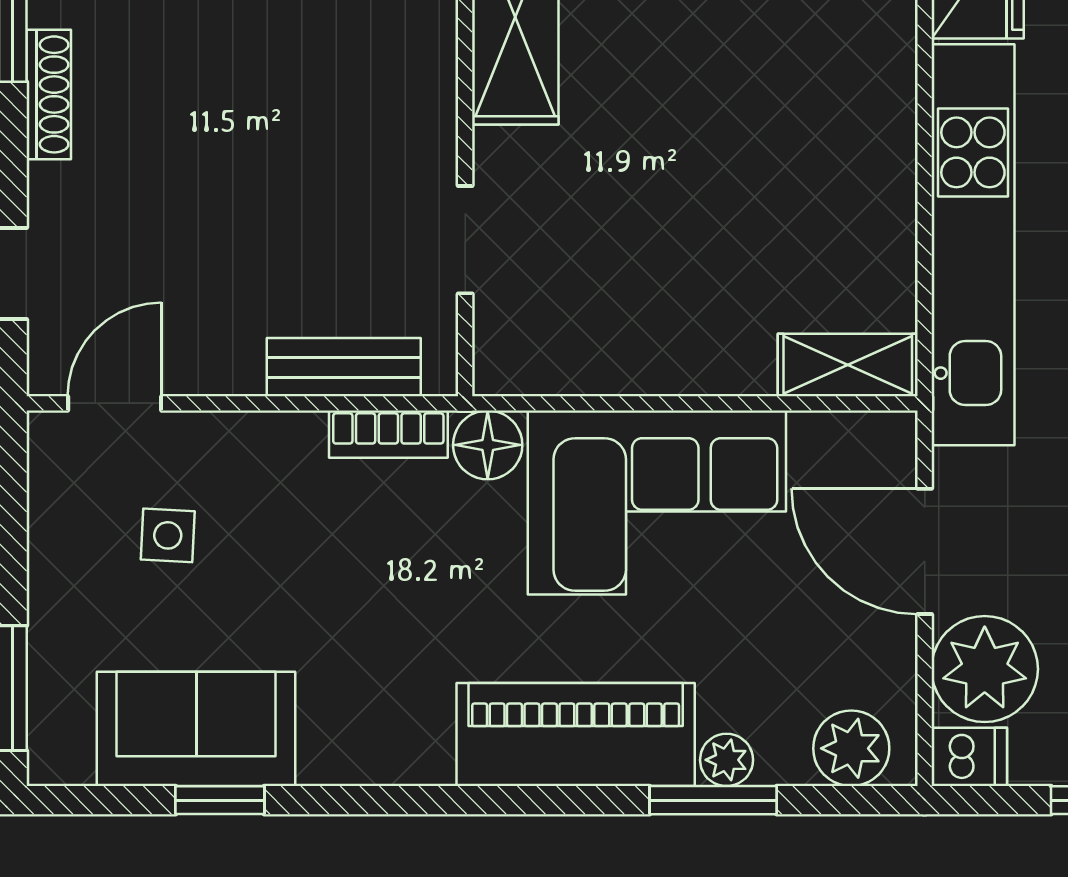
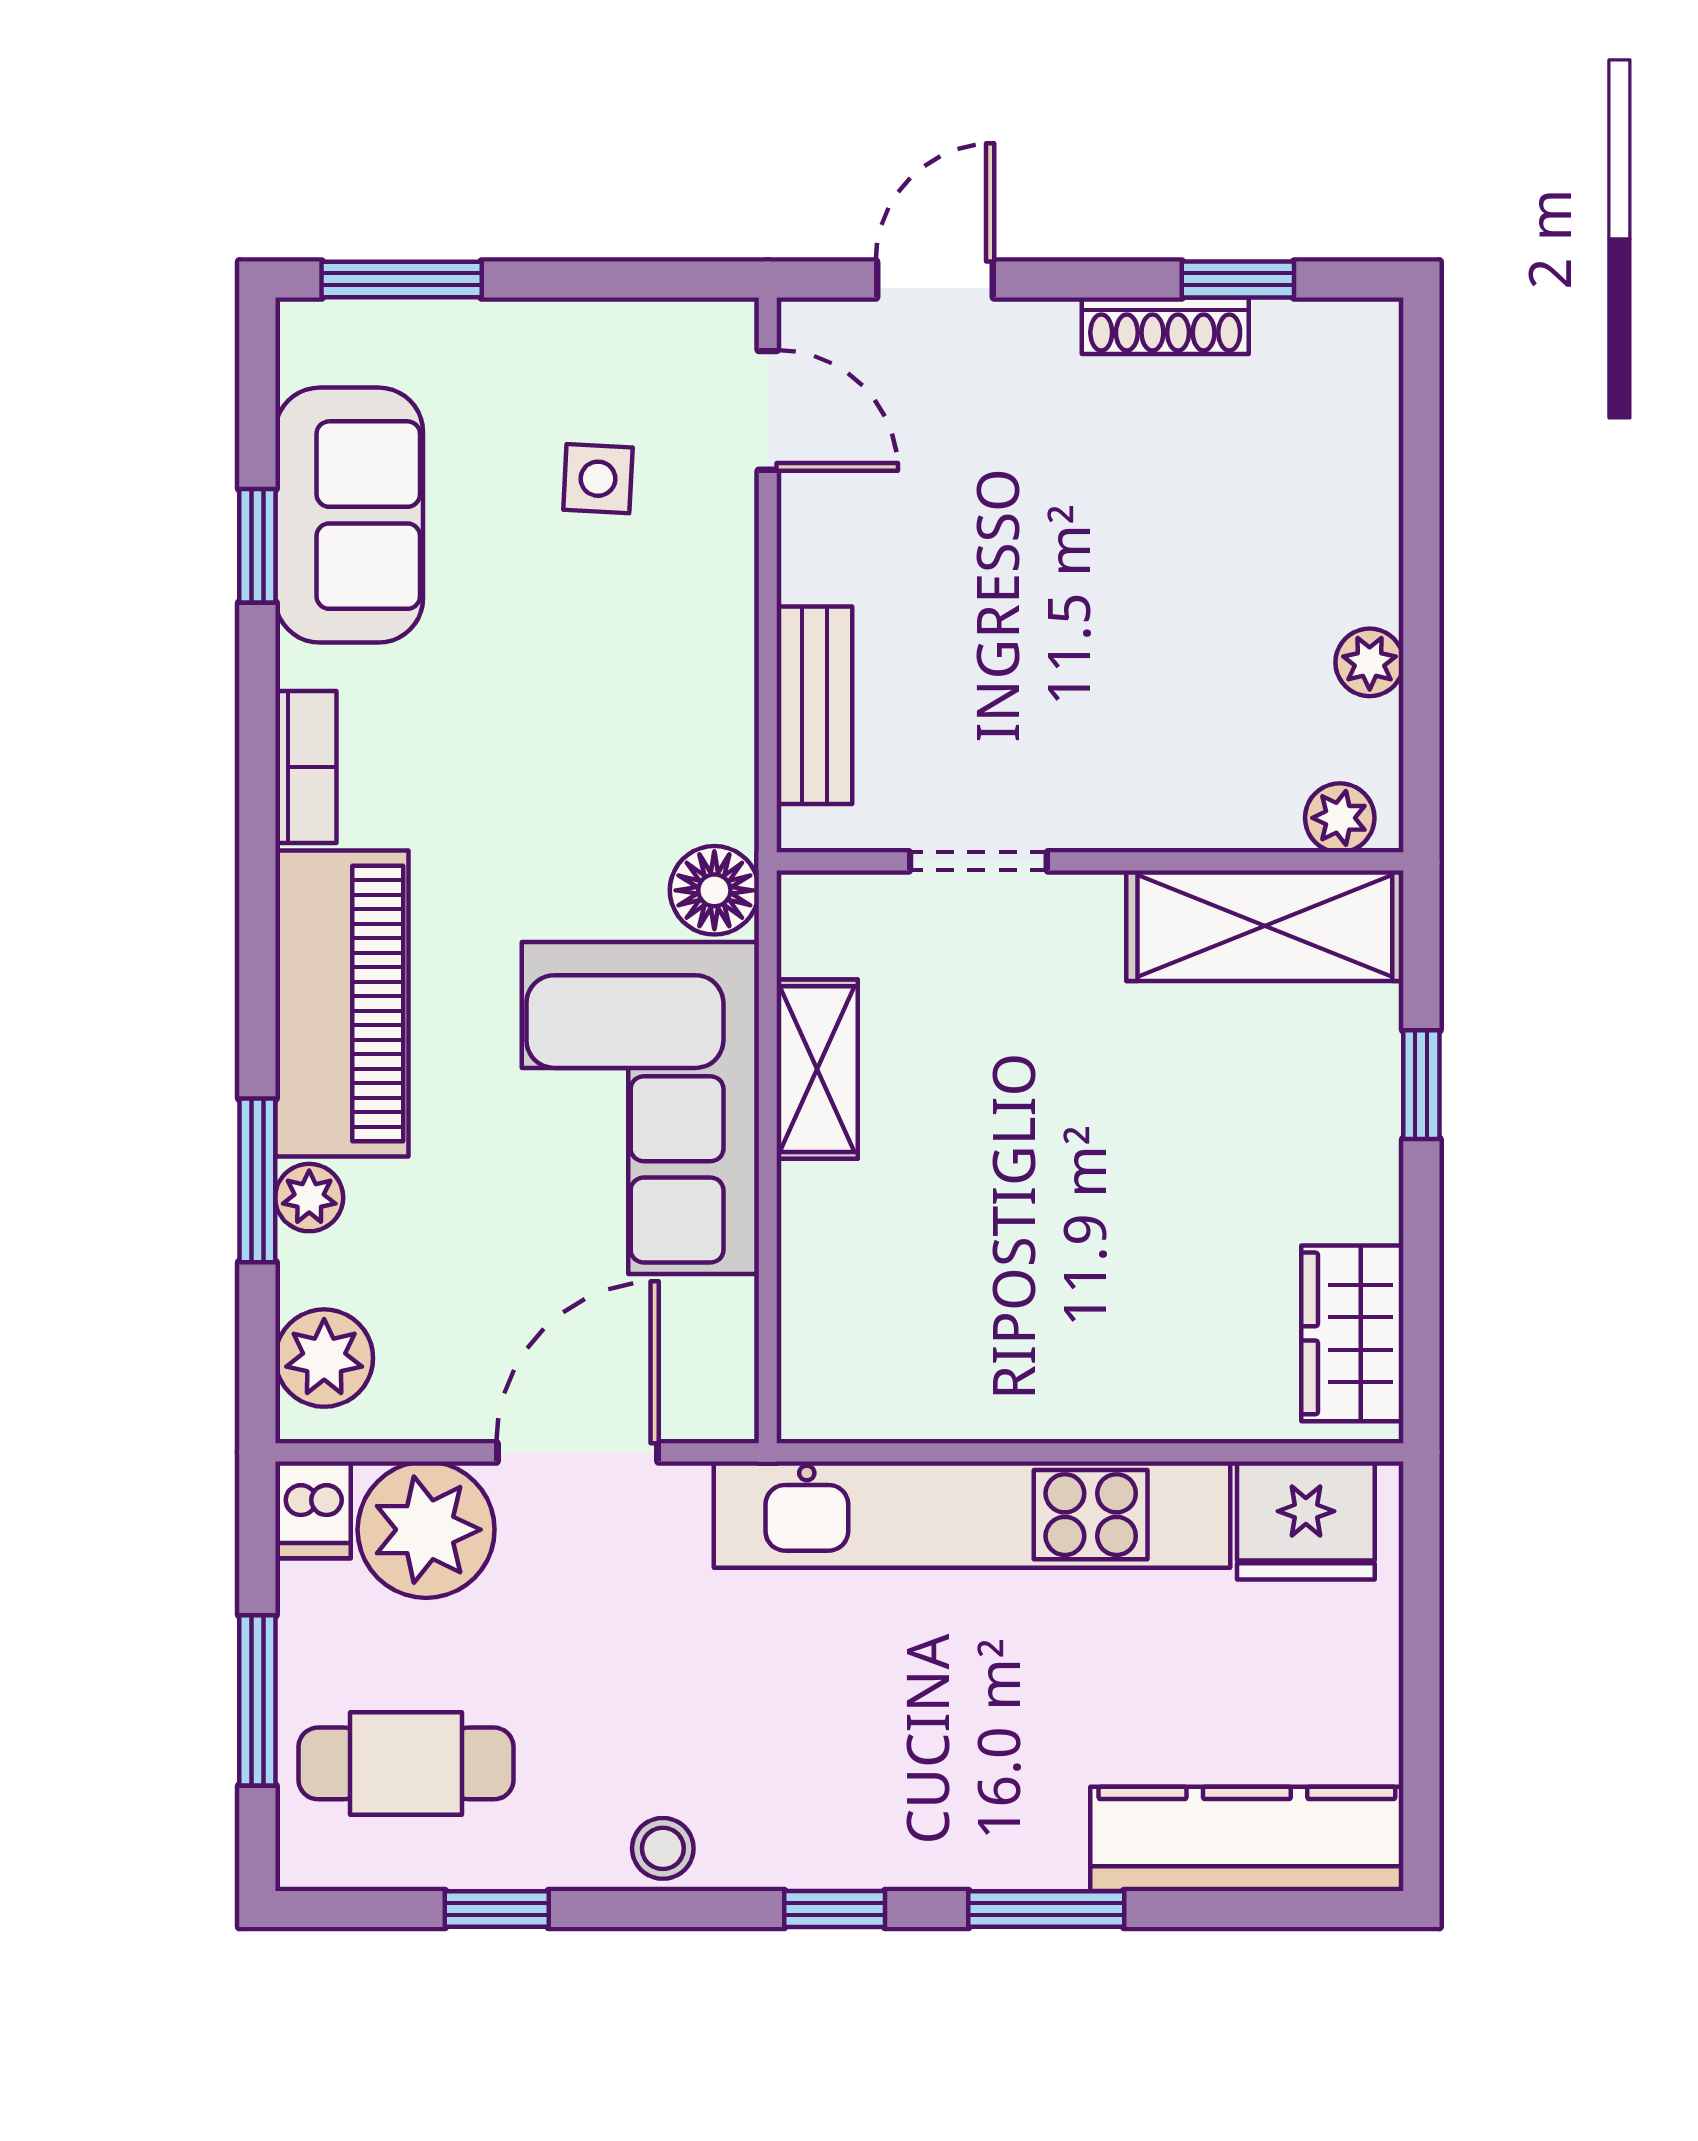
shelving: (848, 365) -> (817, 1069), moved
bookcase: (388, 434) -> (306, 767), moved, turned 180

